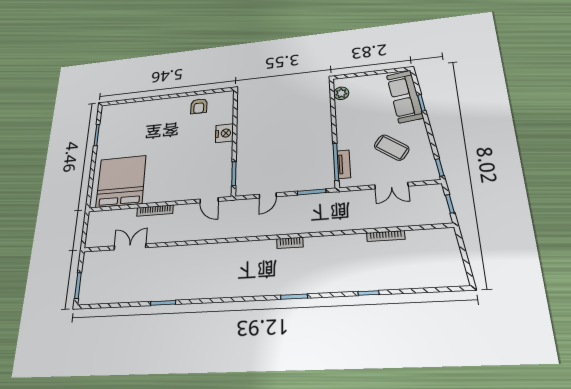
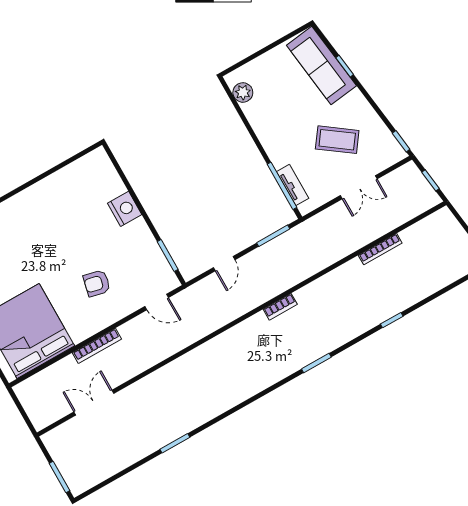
armchair: (199, 106) -> (97, 283), moved, turned 103

